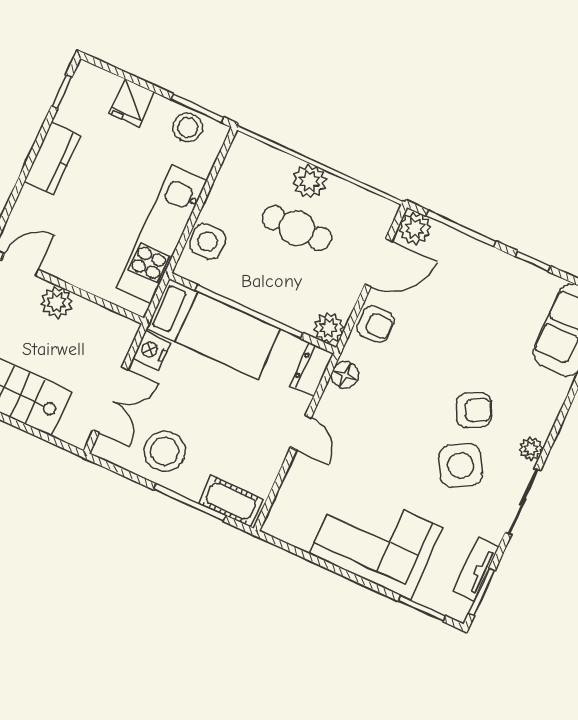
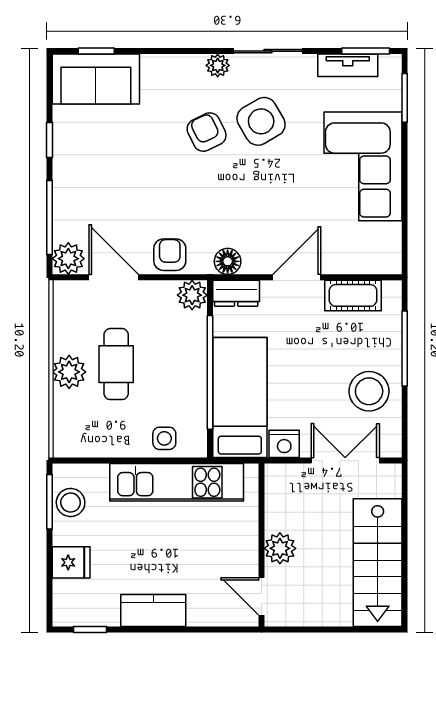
side table: (208, 242) -> (164, 438), width x0.73, depth x0.73
door: (301, 433) -> (297, 277), width x1.37
cot: (231, 501) -> (353, 295), moved, turned 90

